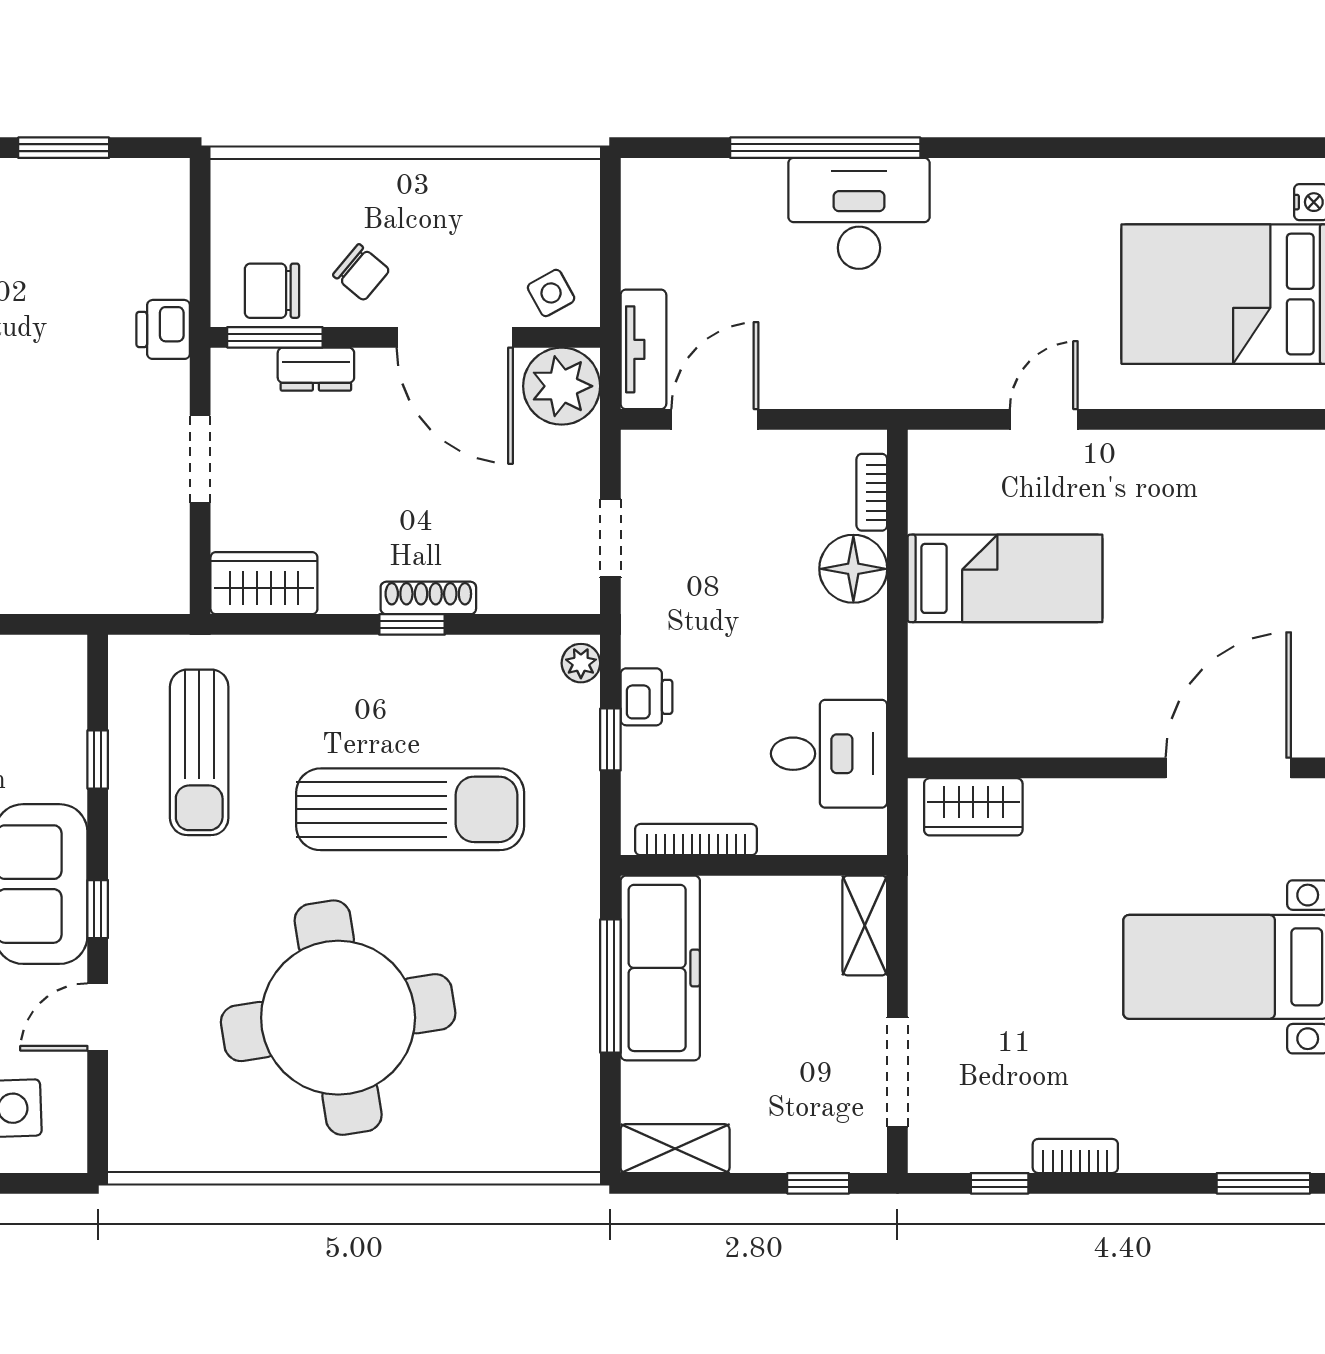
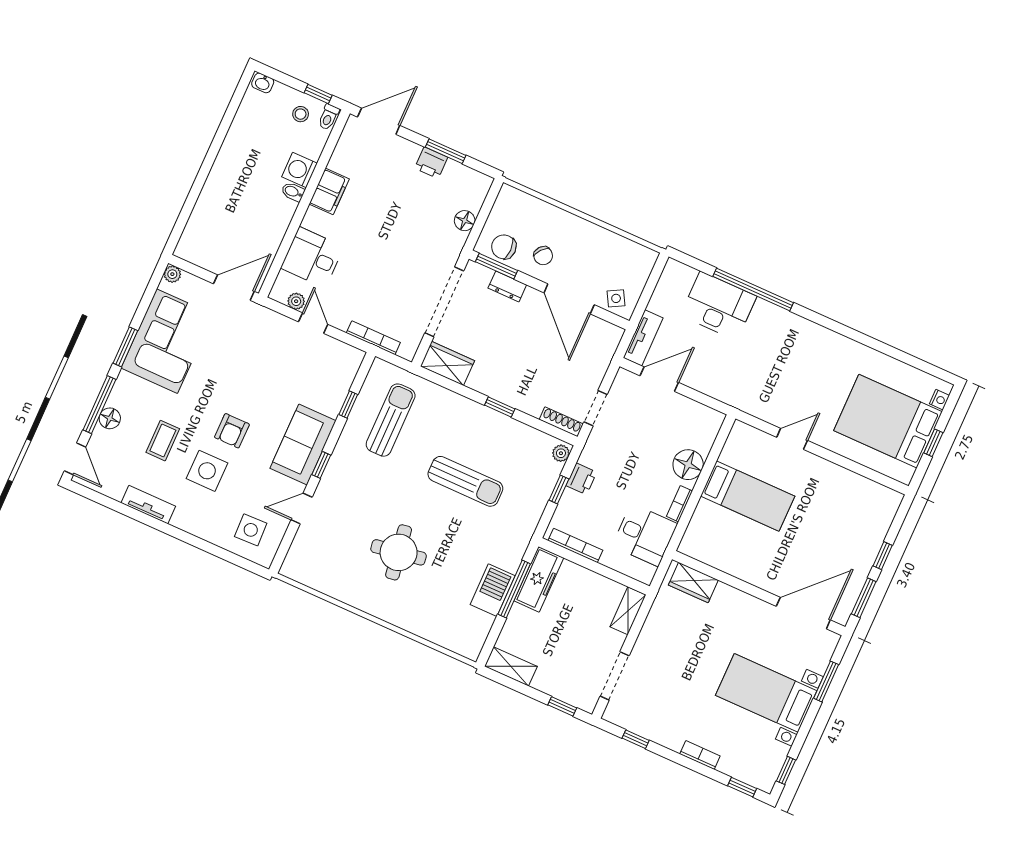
desk: (859, 213) -> (719, 306), moved
floor lamp: (167, 273) -> (465, 221), added
printer: (163, 329) -> (431, 163), moved, turned -90
plant: (562, 386) -> (603, 338), removed
doorway: (200, 459) -> (444, 302), width x1.87
bookcase: (872, 492) -> (679, 504), moved
shoe rack: (428, 598) -> (561, 422), moved
bookcase: (87, 599) -> (373, 338), added
sun lounger: (199, 752) -> (391, 420), turned 180
sun lounger: (410, 809) -> (465, 481), width x0.73, depth x0.75
freezer: (660, 968) -> (539, 579), width x0.73, depth x0.79
barbecue: (567, 1008) -> (493, 590), added
round table: (338, 1018) -> (399, 552), width x0.54, depth x0.54
bookcase: (1075, 1156) -> (700, 755), moved
window: (1263, 1183) -> (742, 787), width x0.67

